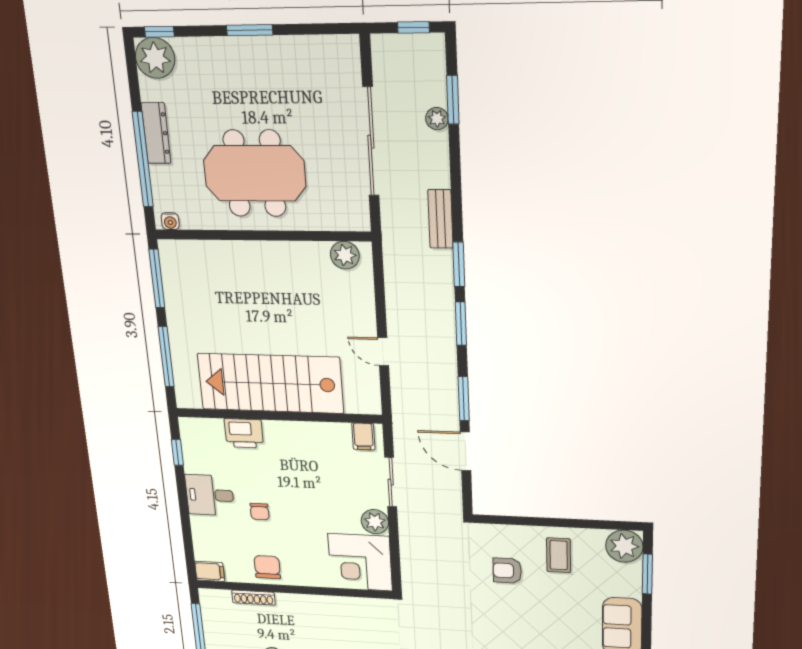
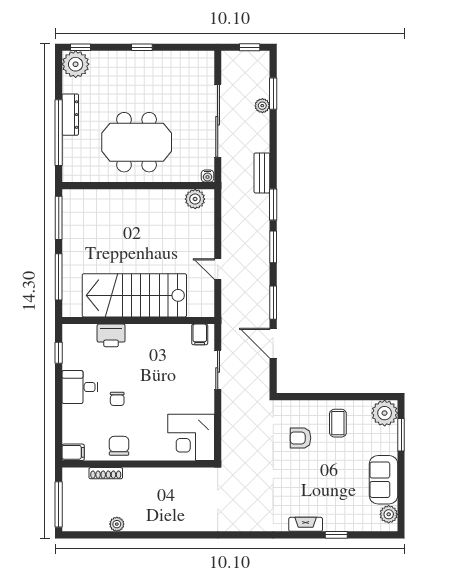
window: (250, 30) -> (142, 47), width x0.67
water cooler: (170, 221) -> (207, 176), moved
plant: (375, 522) -> (204, 403), removed

